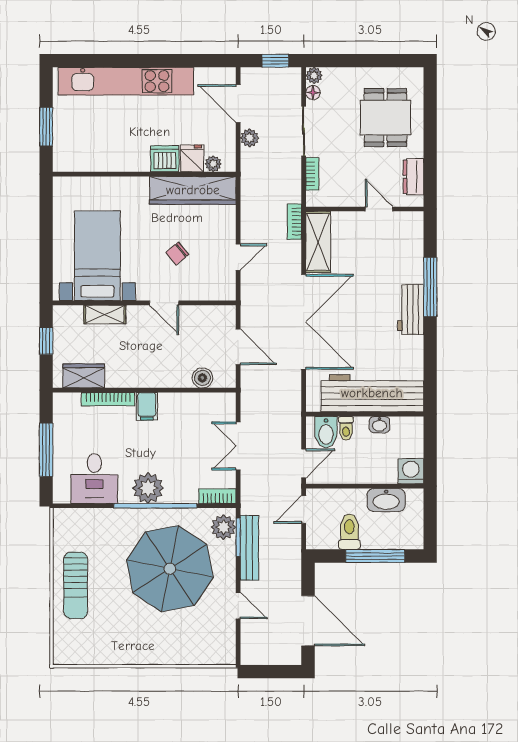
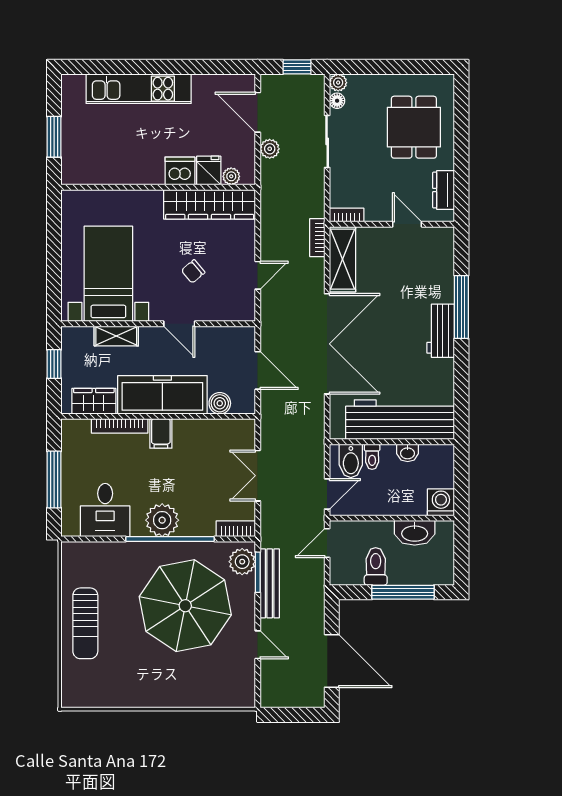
kitchen unit: (126, 81) -> (139, 89), width x0.73
bookcase: (312, 174) -> (347, 215), moved, turned -90
freezer: (148, 370) -> (162, 395), added

